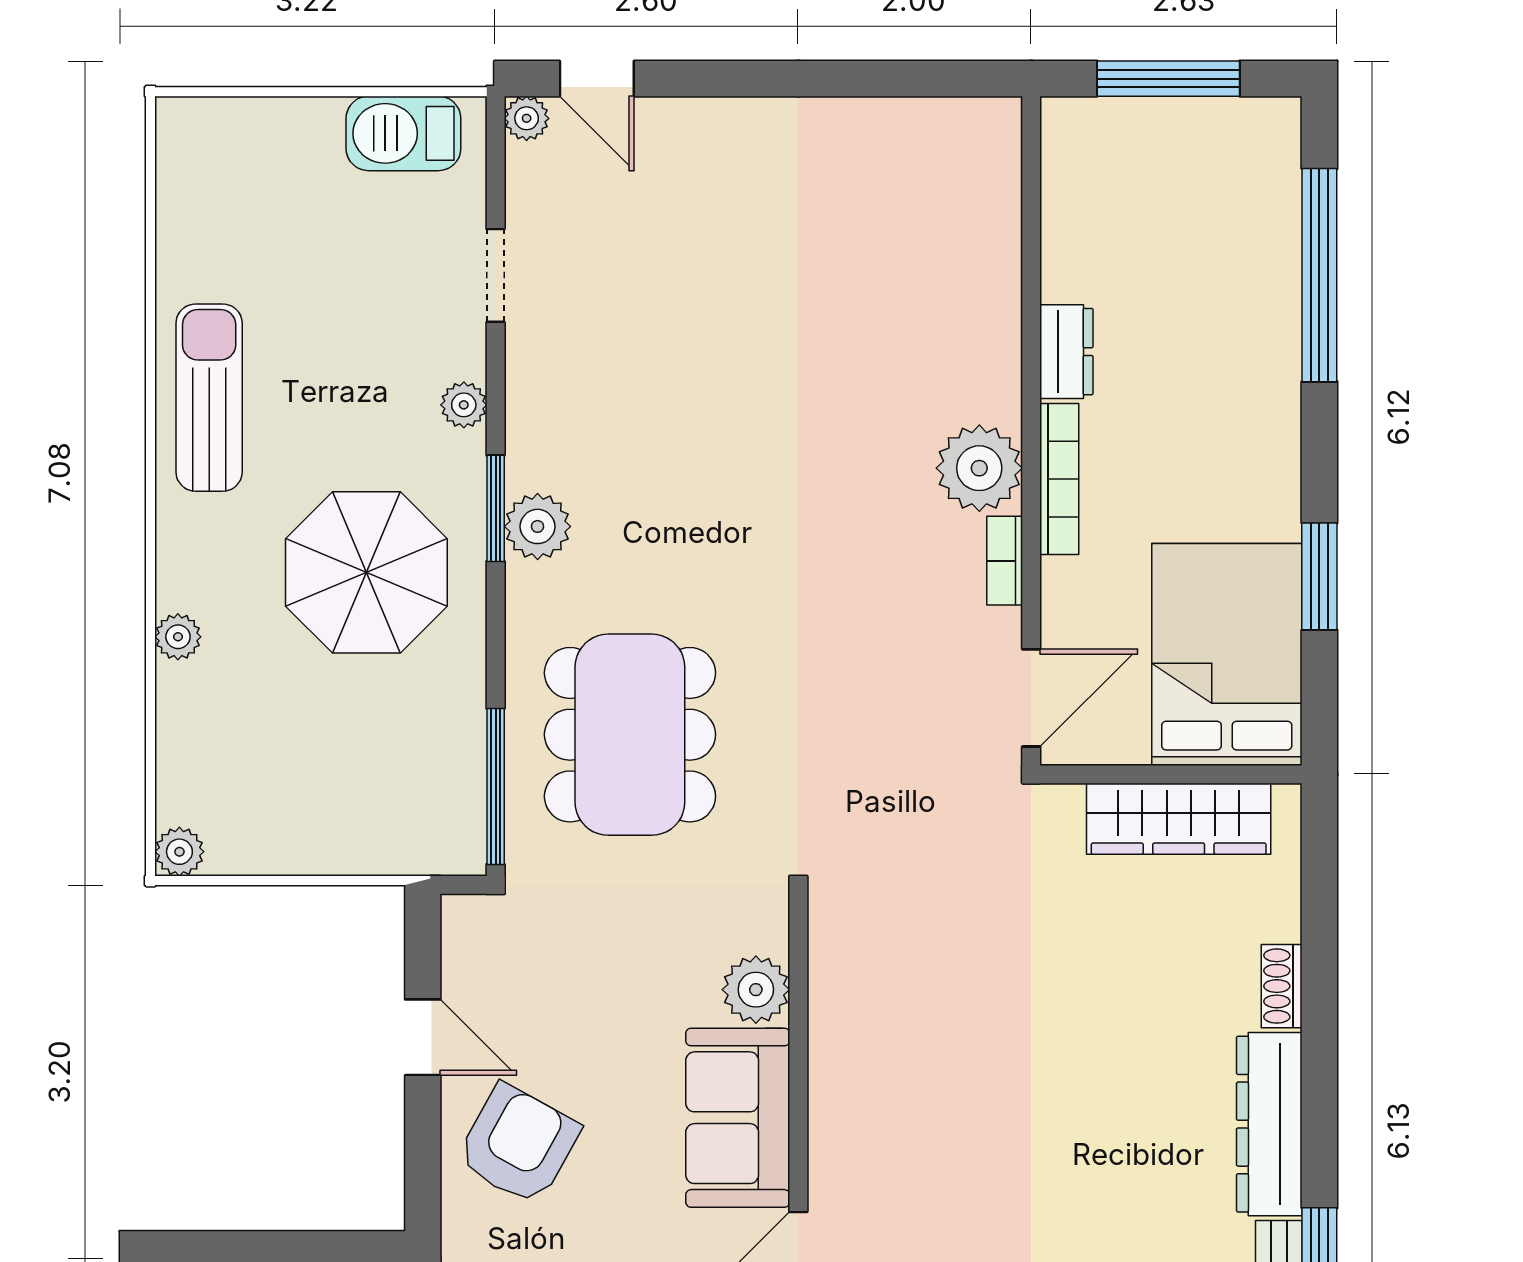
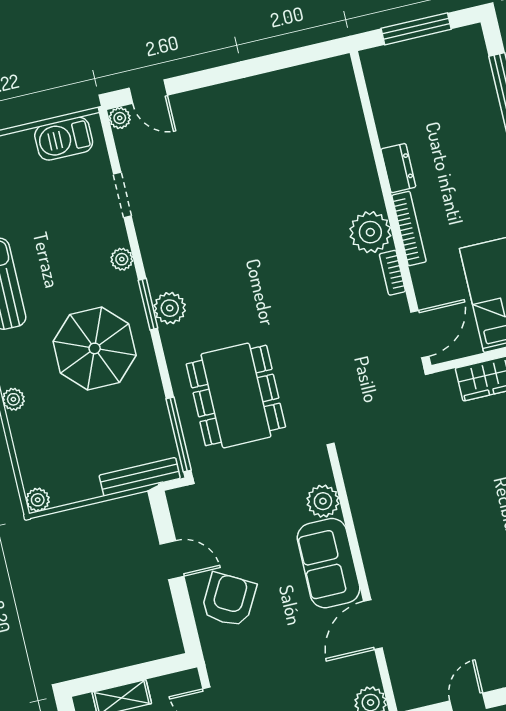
bench: (397, 853) -> (140, 477), added

